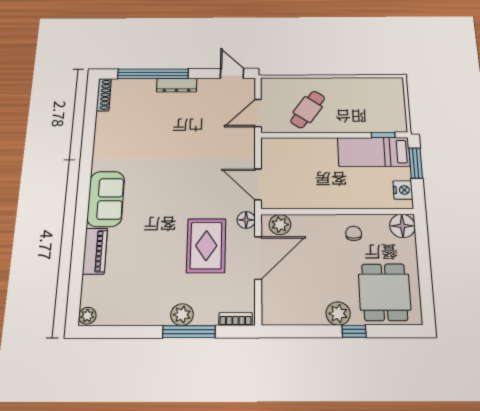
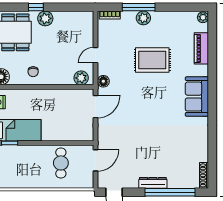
cafe table: (308, 110) -> (61, 163), turned -35
door: (258, 184) -> (95, 107), hinge flipped
rug: (206, 246) -> (152, 60), moved, turned 90
piano: (95, 251) -> (201, 48), moved
door: (258, 258) -> (95, 55), width x0.53

